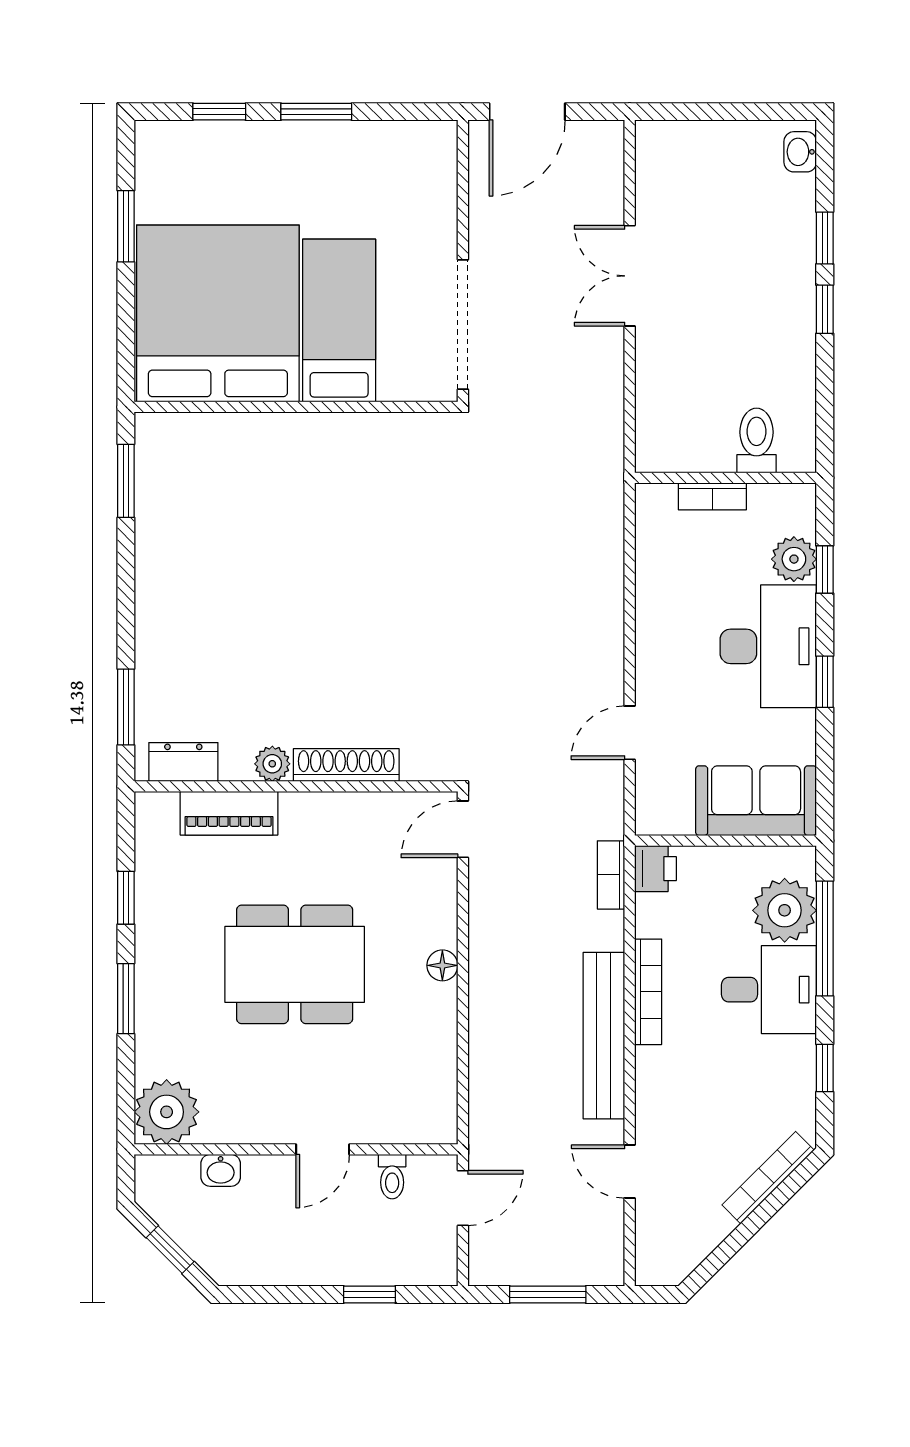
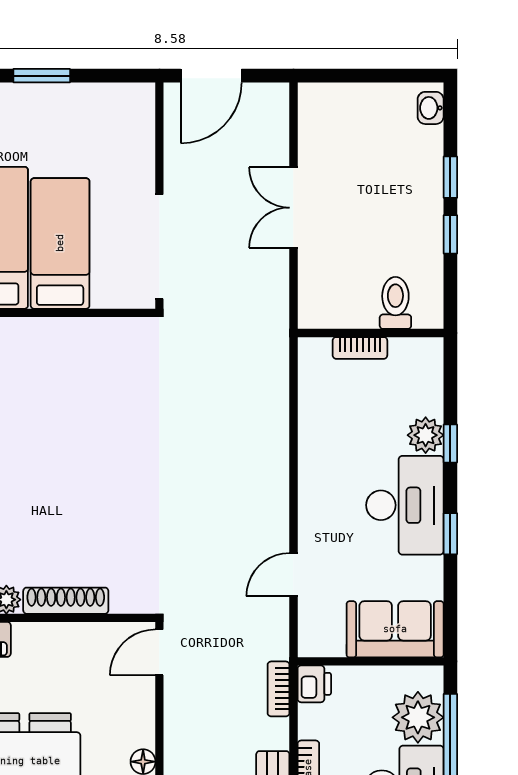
toilet: (757, 440) -> (395, 303), moved
wall: (726, 478) -> (371, 333), moved
bookcase: (712, 496) -> (360, 348), moved

